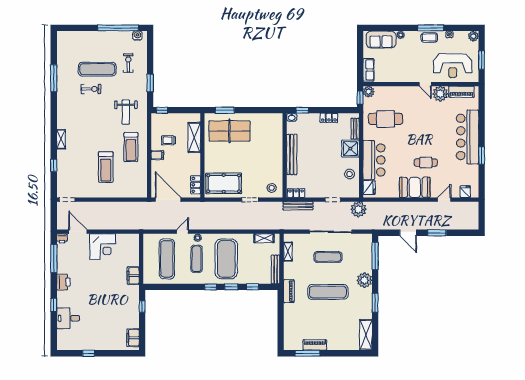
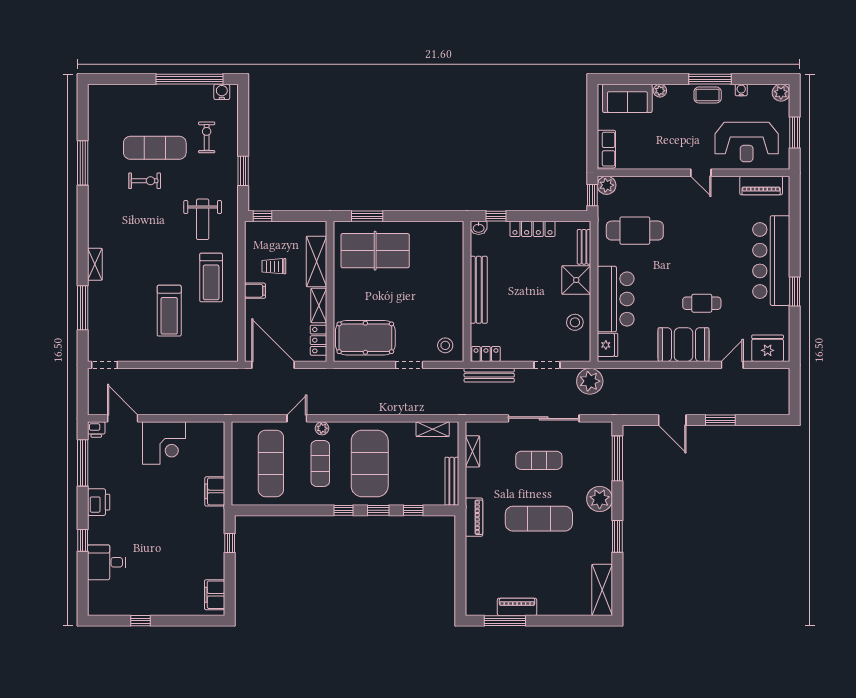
plant: (440, 94) -> (726, 189), removed
locker: (329, 118) -> (532, 229), width x1.53
shelving: (196, 164) -> (319, 305), added
window: (54, 165) -> (83, 308), width x2.17
fridge: (465, 192) -> (768, 348), width x1.88, depth x1.34

